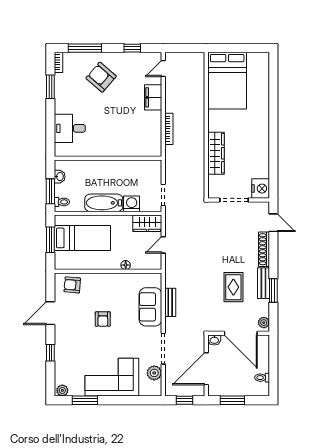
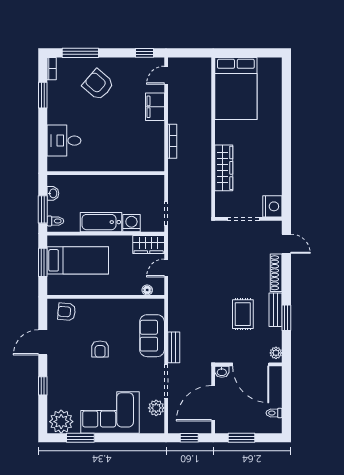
window: (132, 48) -> (144, 53), moved
floor lamp: (126, 265) -> (147, 290), moved
bench: (170, 302) -> (174, 347), moved
plant: (62, 390) -> (61, 422), width x1.87, depth x1.87

